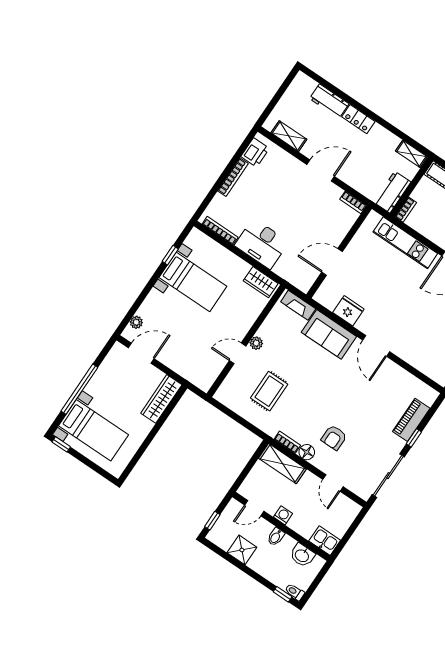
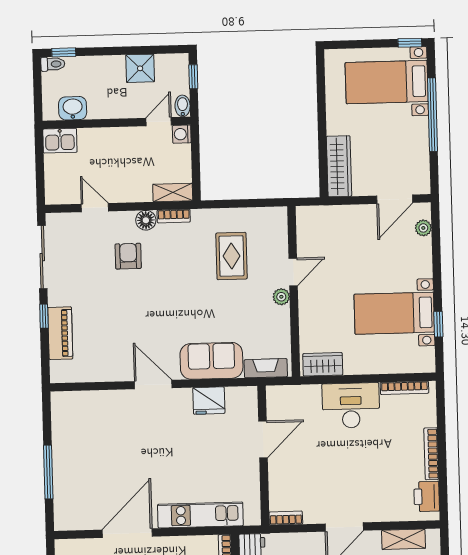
shelving: (282, 464) -> (173, 192), width x0.67, depth x0.75
washing machine: (283, 515) -> (182, 134), moved, turned 90
bidet: (276, 537) -> (183, 106), moved

